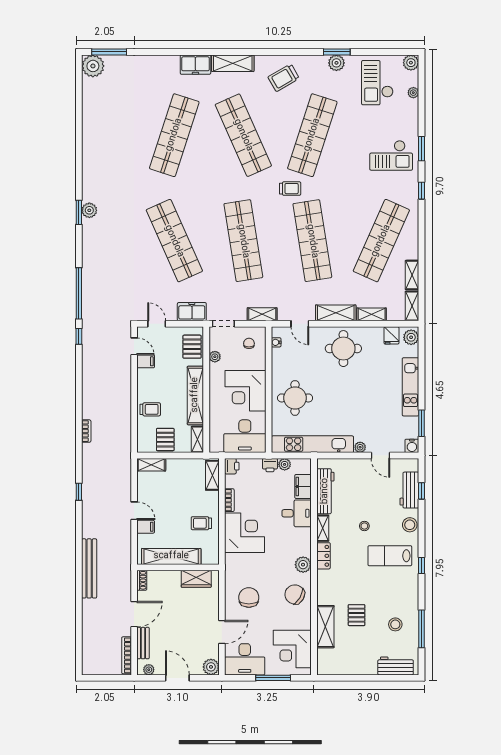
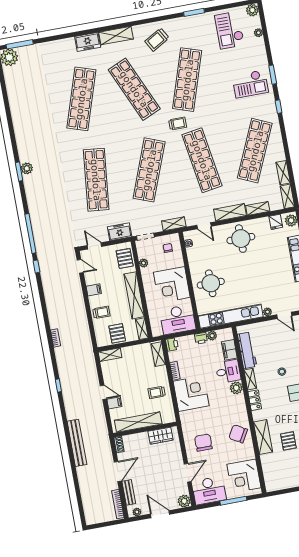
plant: (336, 63) -> (195, 21), removed
shop shelf: (174, 241) -> (96, 180), turned 30
shop shelf: (243, 241) -> (149, 170), turned 30
filing cabinet: (146, 361) -> (94, 290), moved
plant: (303, 565) -> (236, 388), moved
shelving: (325, 627) -> (263, 437), moved

